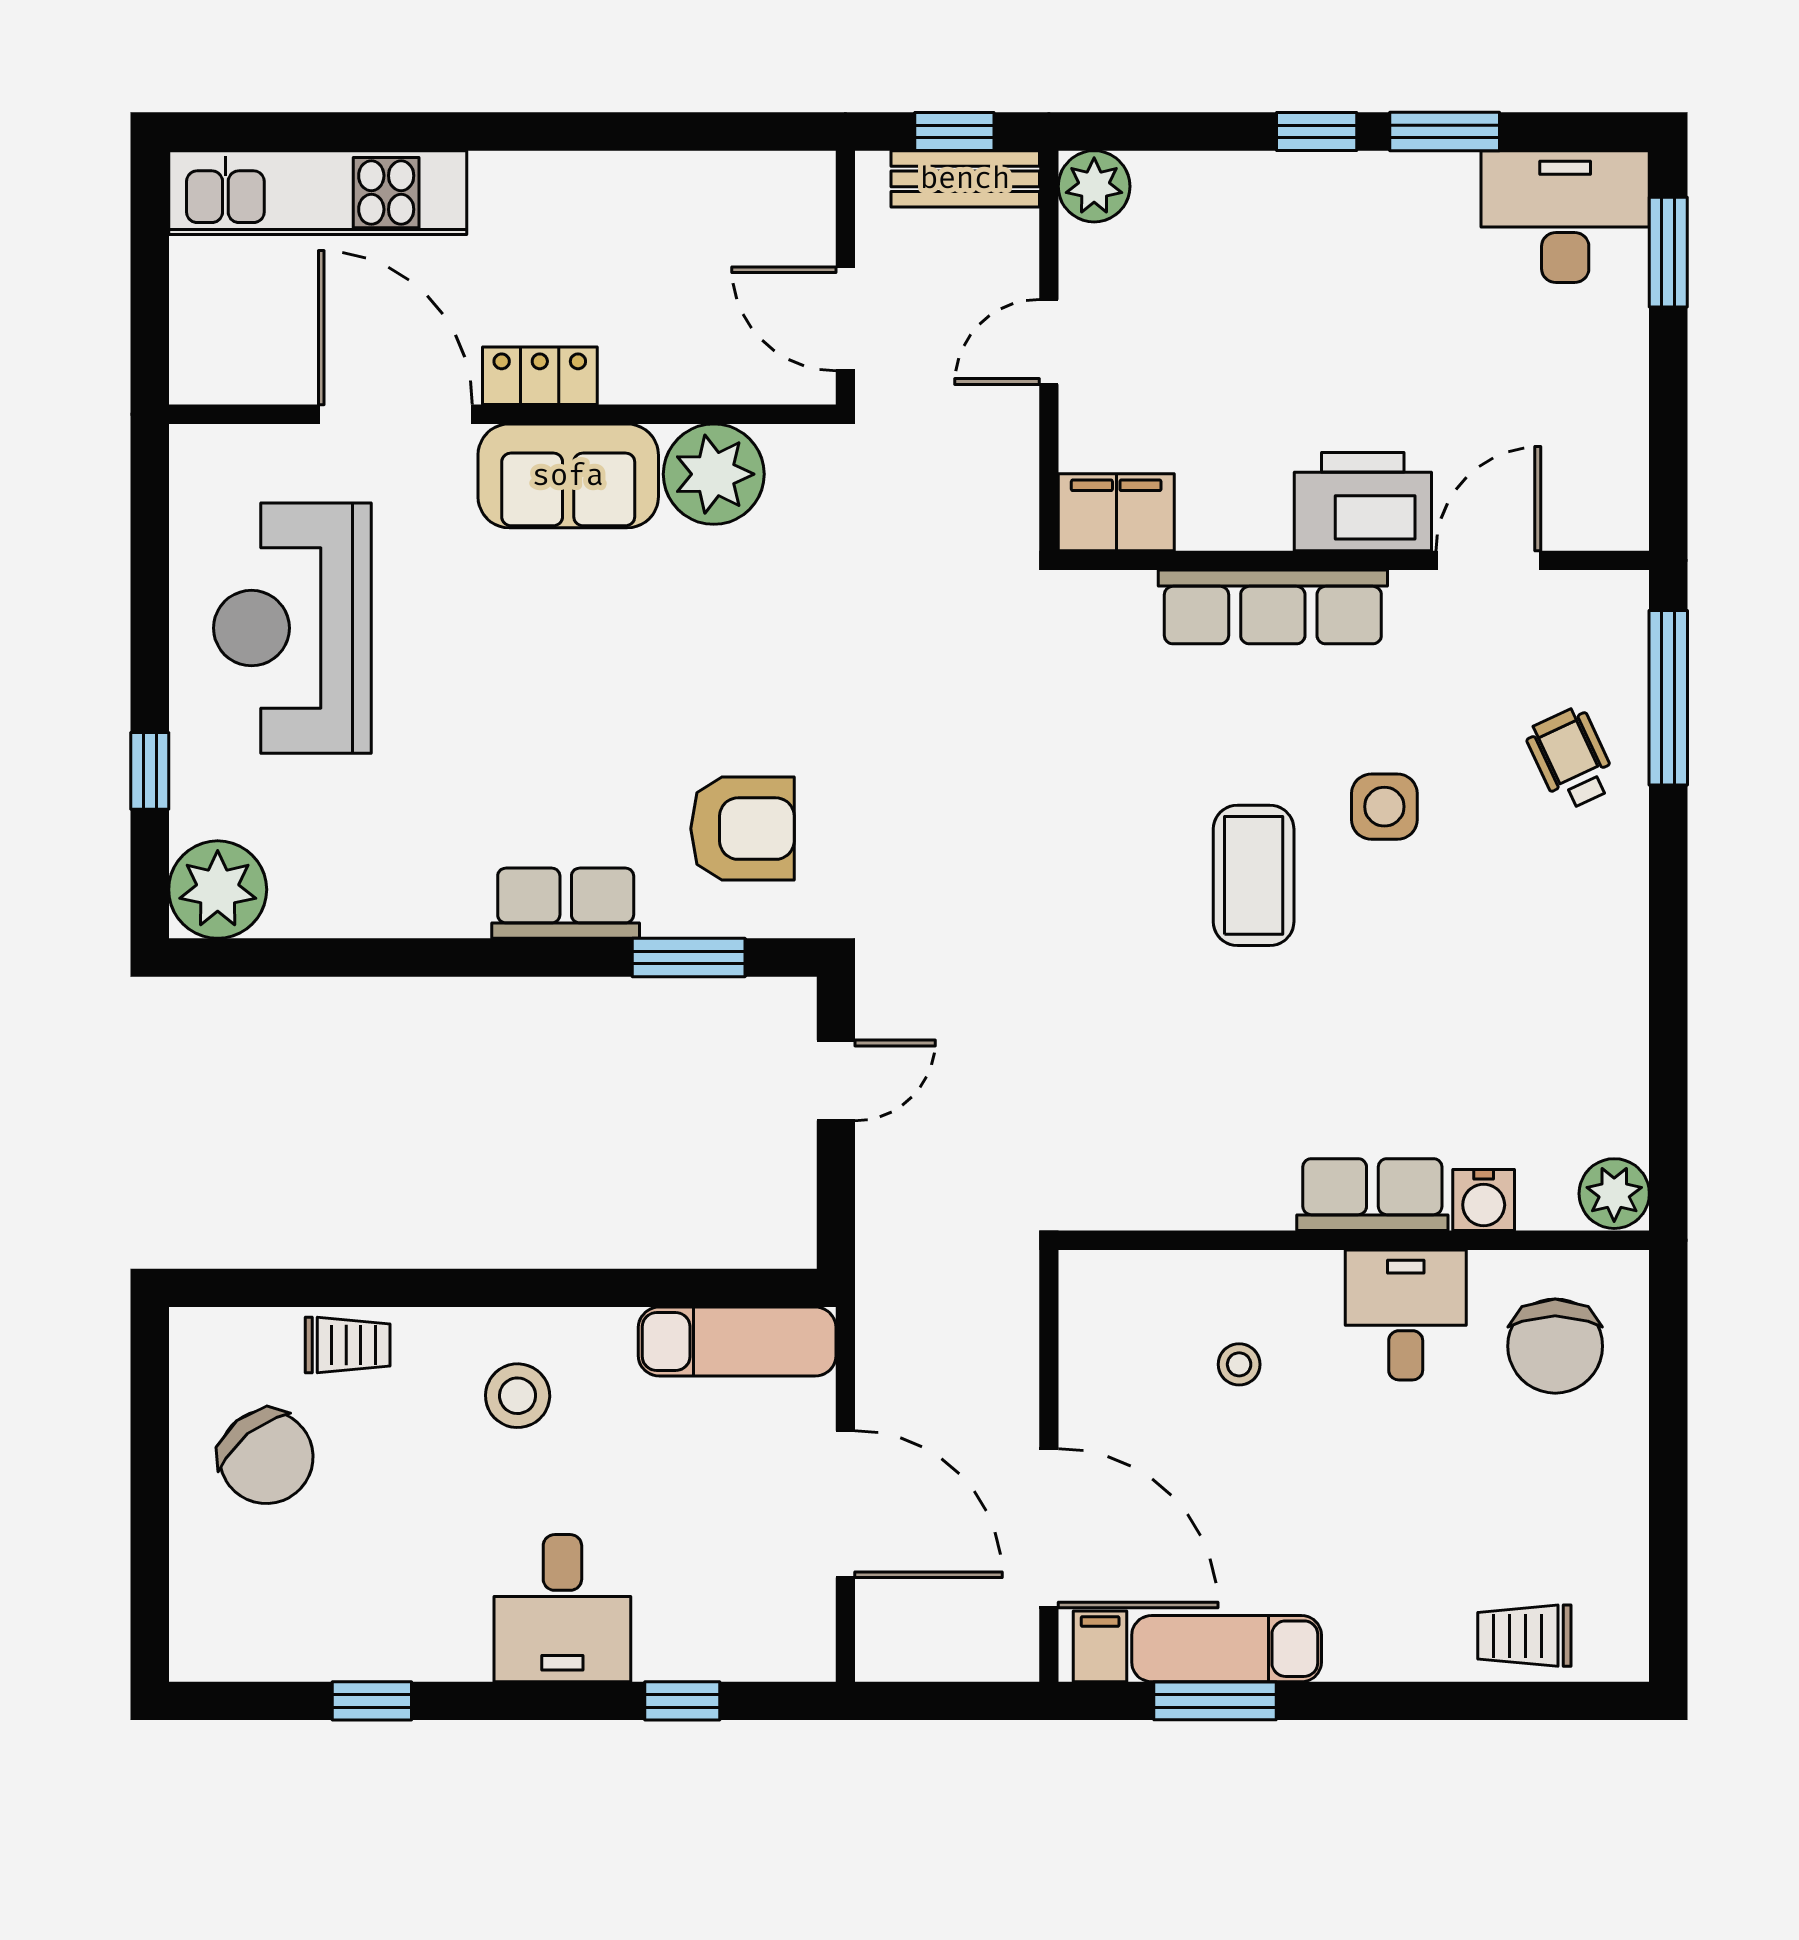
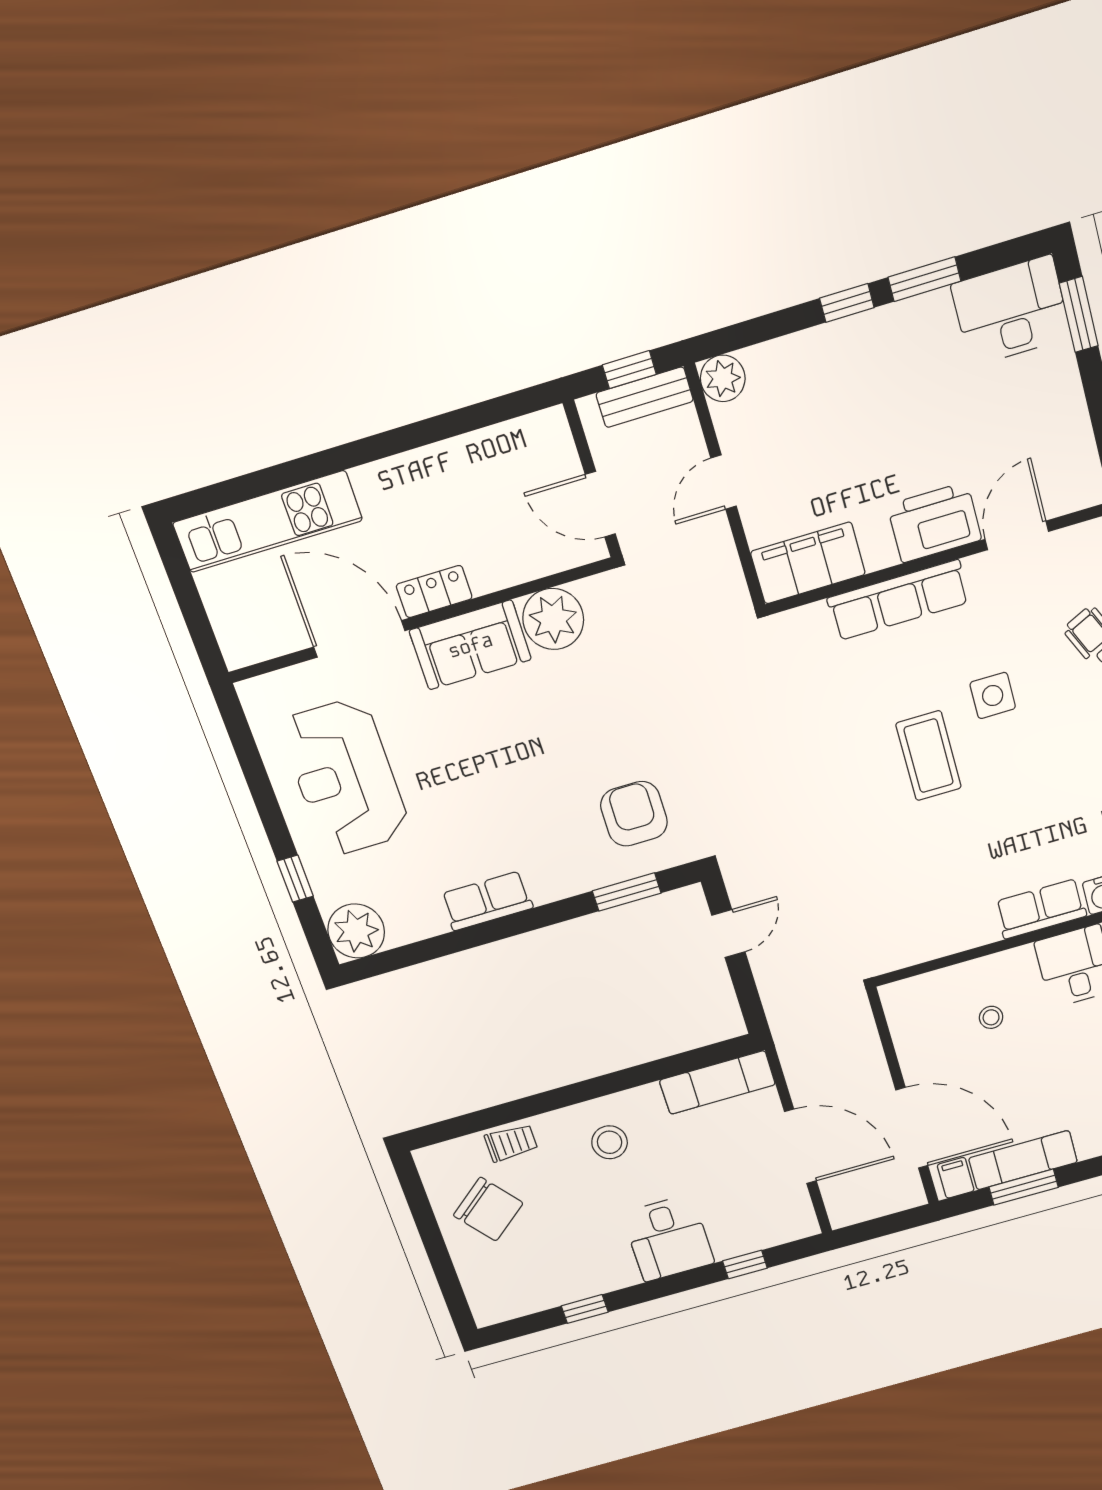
filing cabinet: (1116, 512) -> (808, 563), width x1.50, depth x1.17
armchair: (742, 829) -> (634, 814), turned -90
row of seats: (566, 903) -> (487, 901), moved

